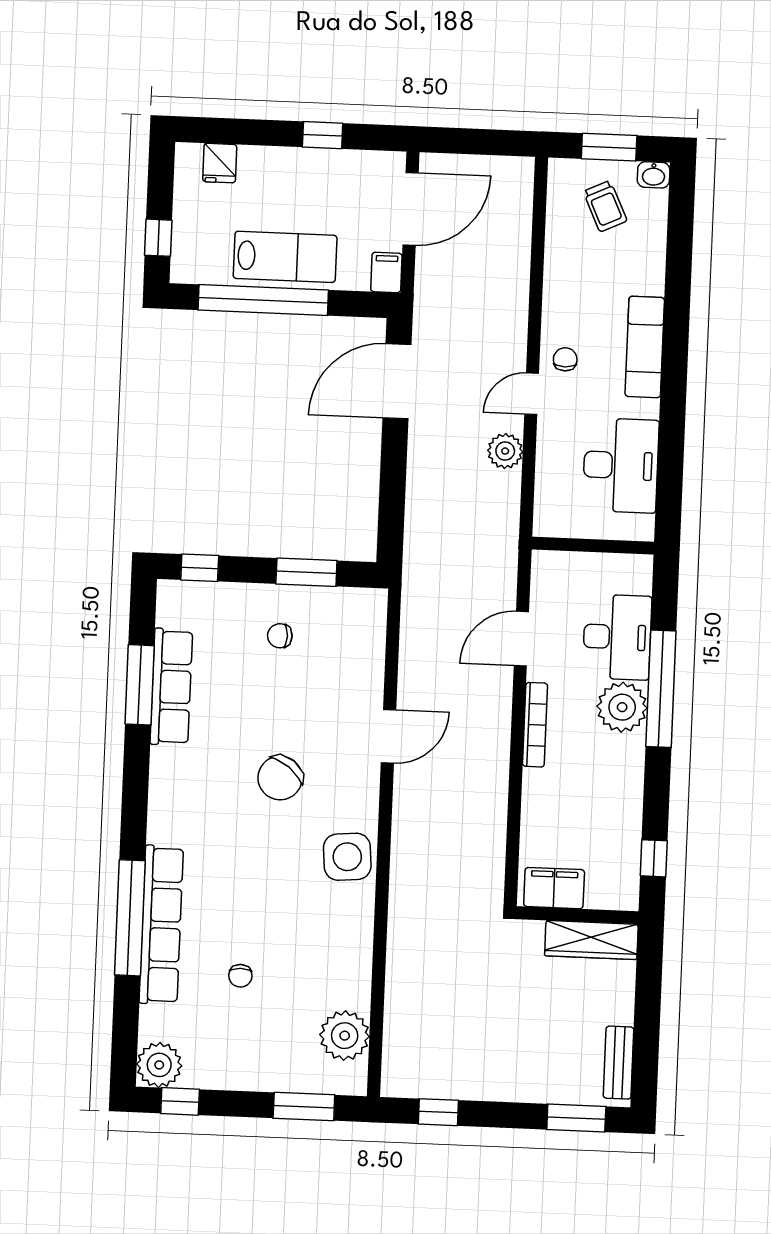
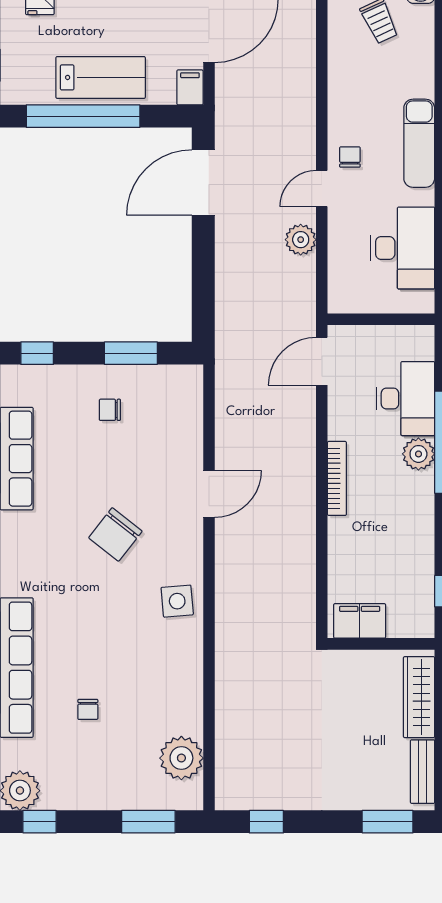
door: (521, 639) -> (322, 361), moved
plant: (622, 707) -> (418, 454), width x0.73, depth x0.73
side table: (347, 857) -> (177, 601), width x0.73, depth x0.73
wardrobe: (591, 940) -> (419, 697), moved, turned 90

